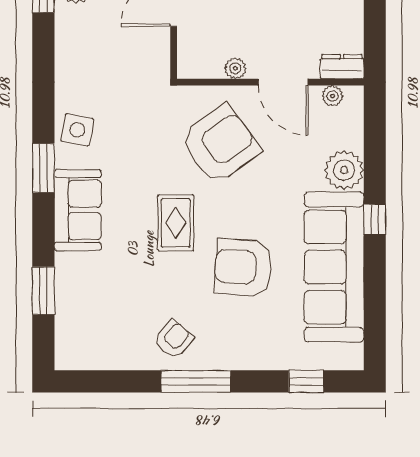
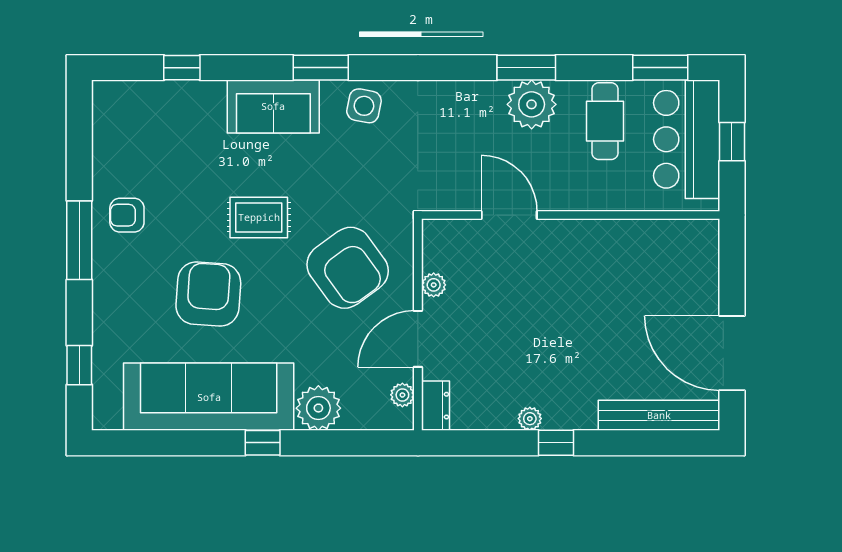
window: (43, 291) -> (182, 68), width x0.67
armchair: (174, 339) -> (127, 215), turned 140

